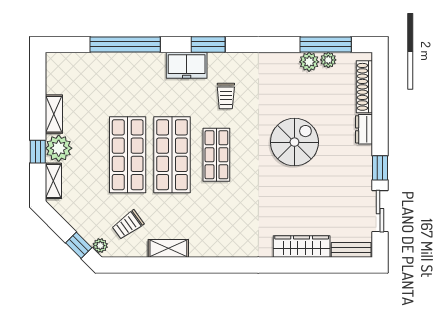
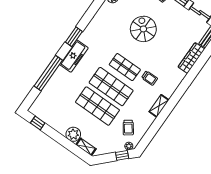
freezer: (187, 65) -> (74, 56), width x1.40
trolley: (226, 96) -> (149, 78), moved
shelving: (54, 114) -> (57, 126), removed
window: (38, 152) -> (38, 123), moved
shelving: (168, 248) -> (159, 106), moved

